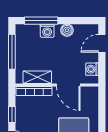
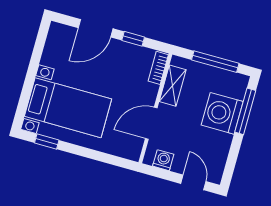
boiler: (67, 30) -> (223, 142), removed
washing machine: (47, 31) -> (222, 113), width x1.89, depth x1.89
bookcase: (34, 91) -> (158, 68), width x0.64

